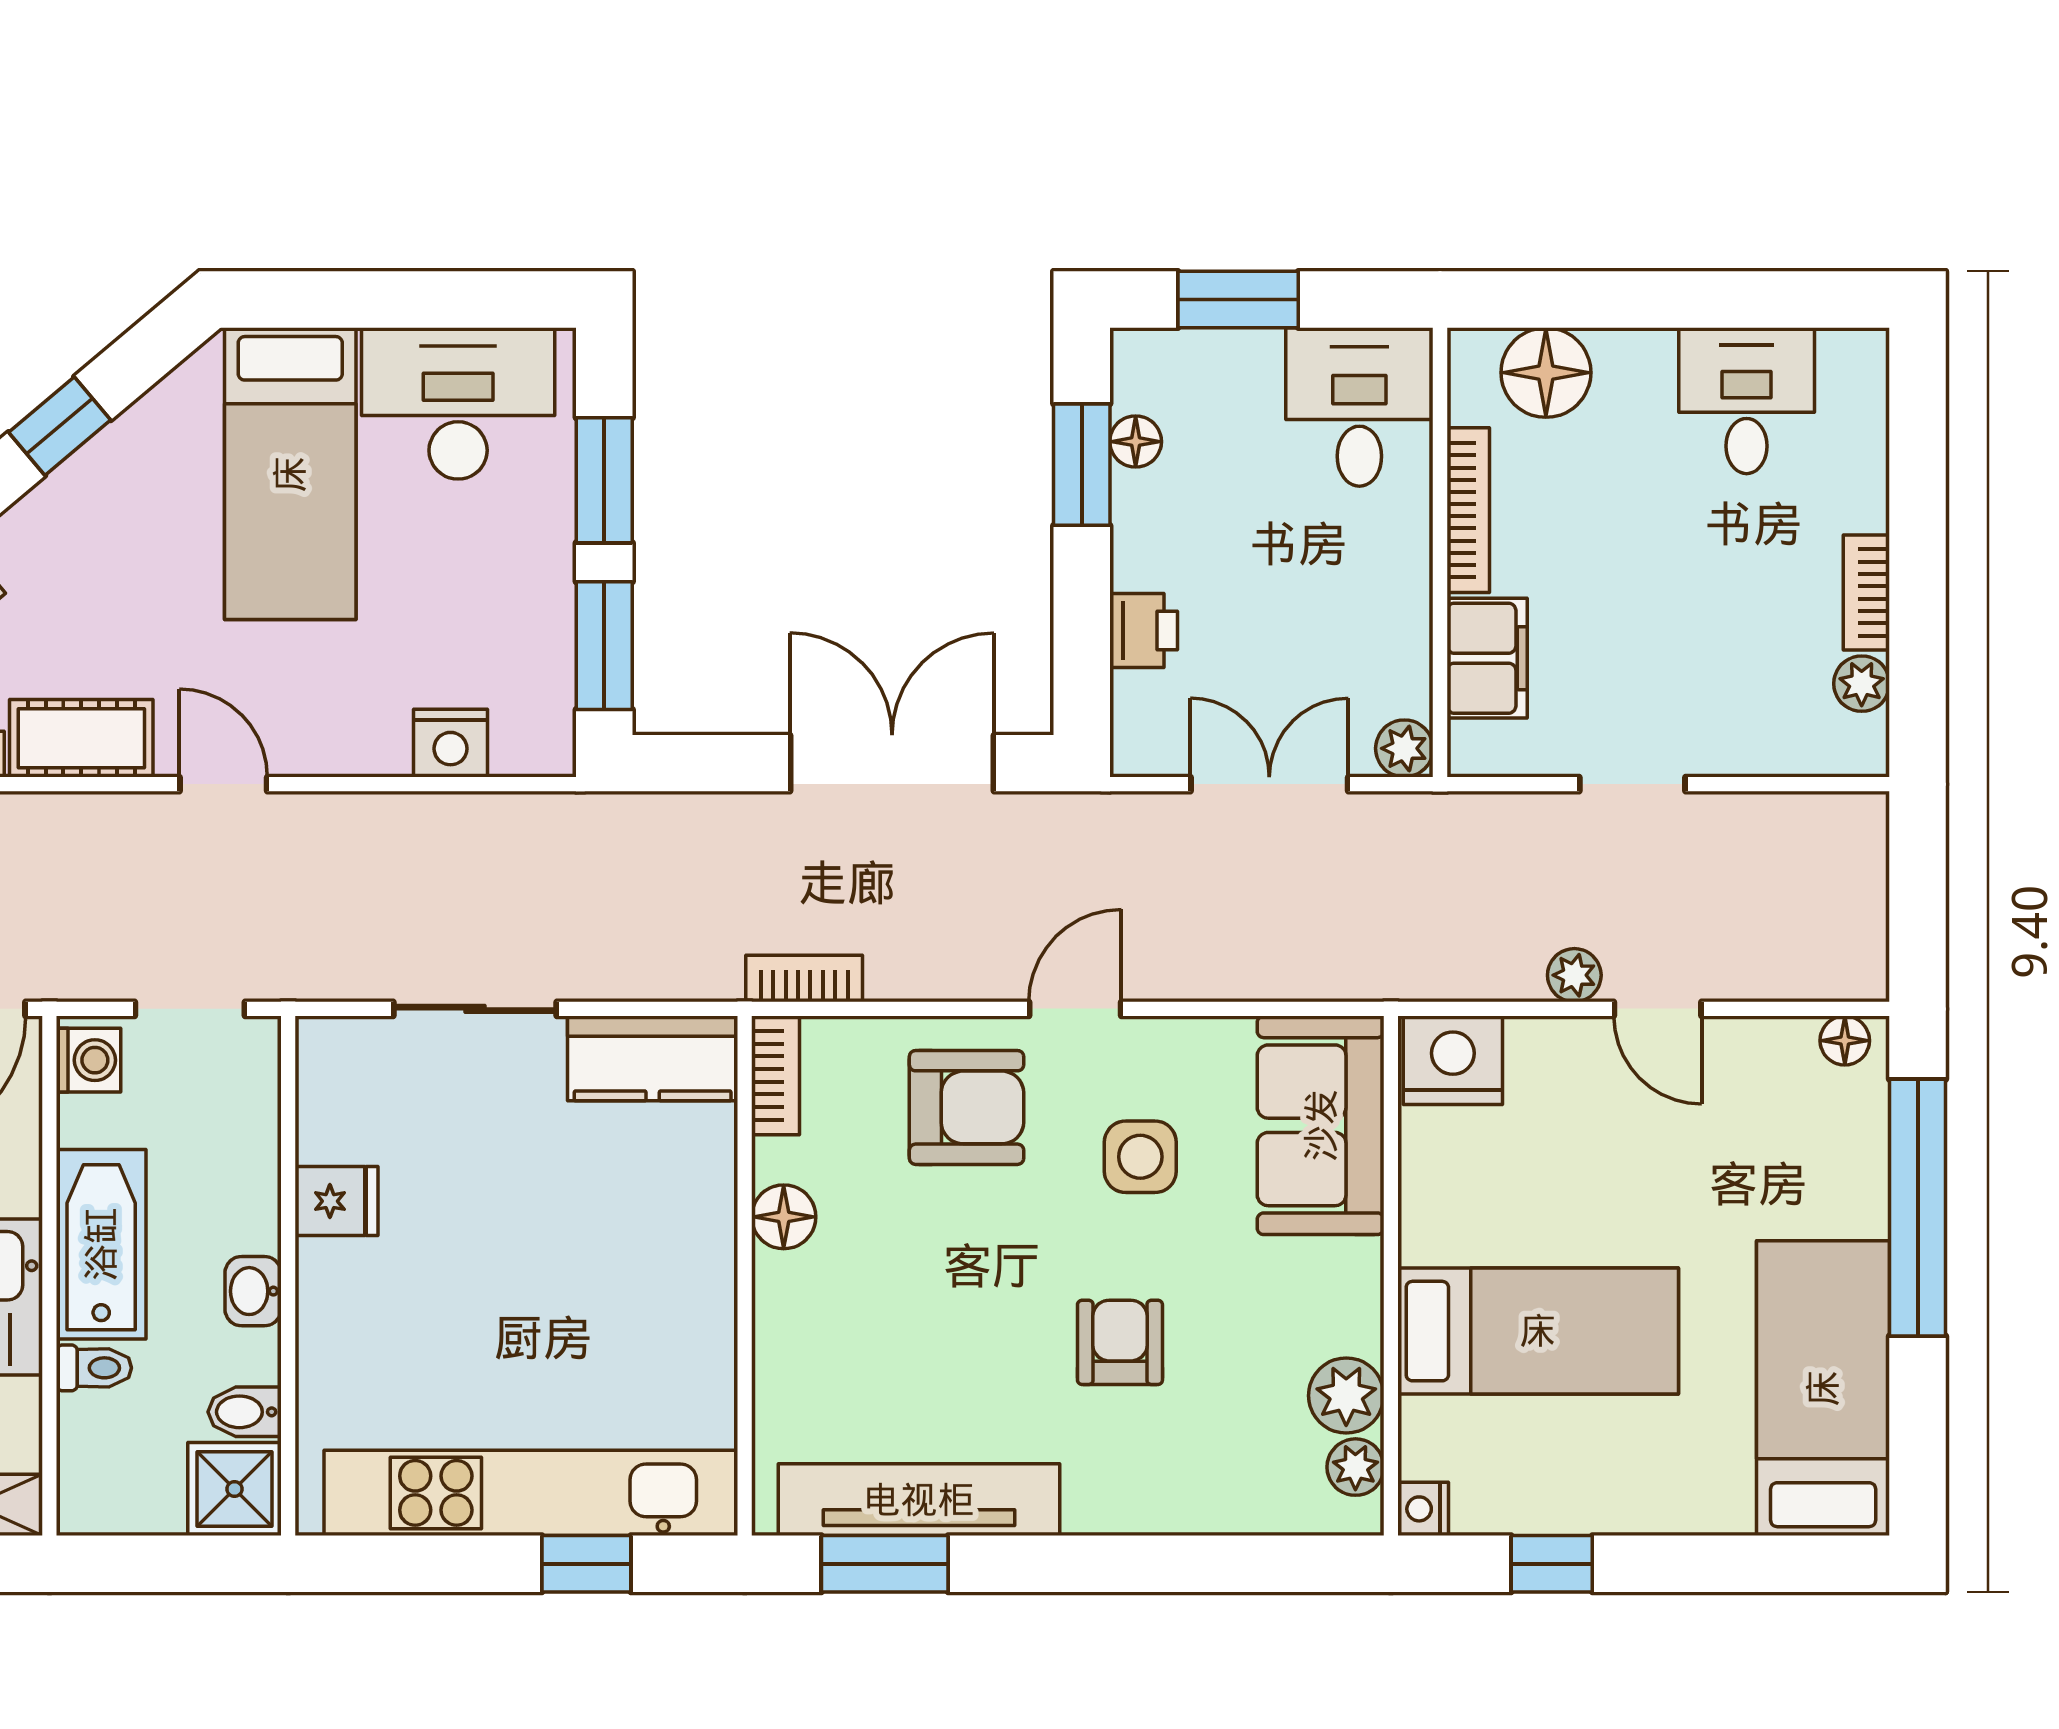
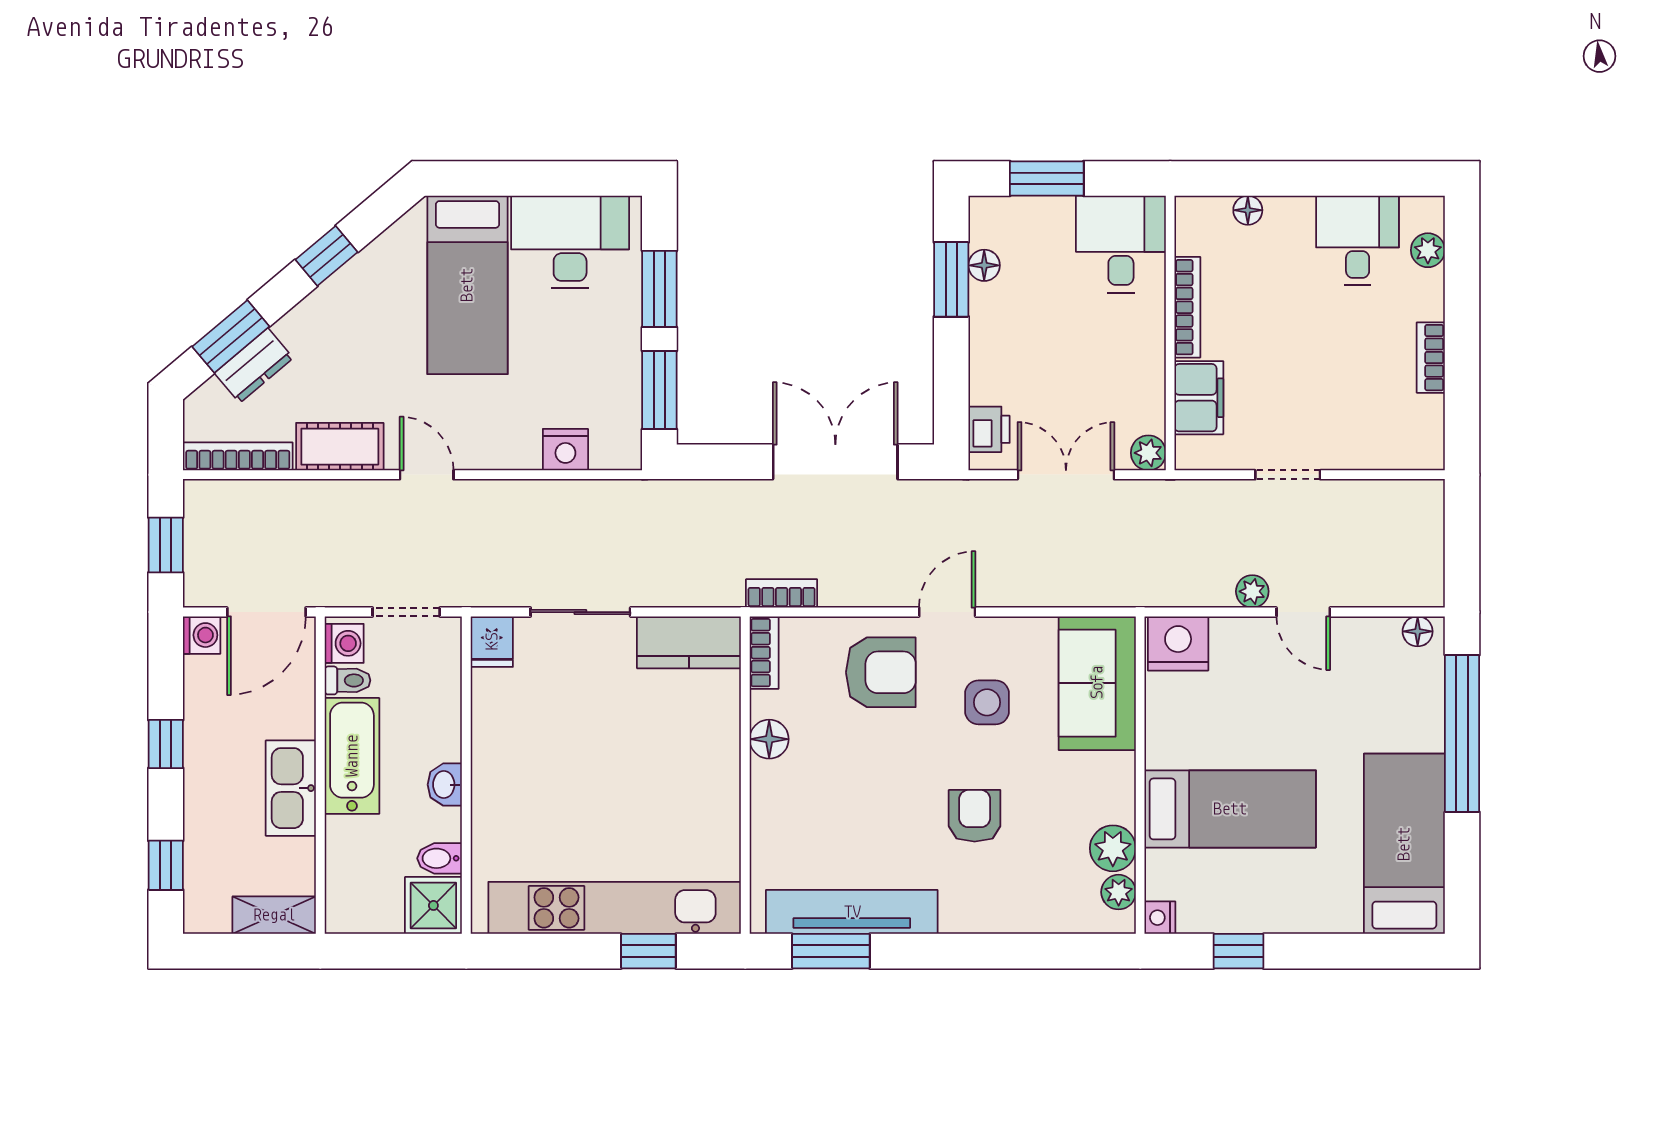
floor lamp: (1546, 373) -> (1248, 210), width x0.53, depth x0.53
printer: (1144, 630) -> (989, 429), moved
plant: (1862, 684) -> (1428, 250), moved
fridge: (337, 1201) -> (492, 642), moved, turned 90
toilet: (94, 1368) -> (347, 680), moved

